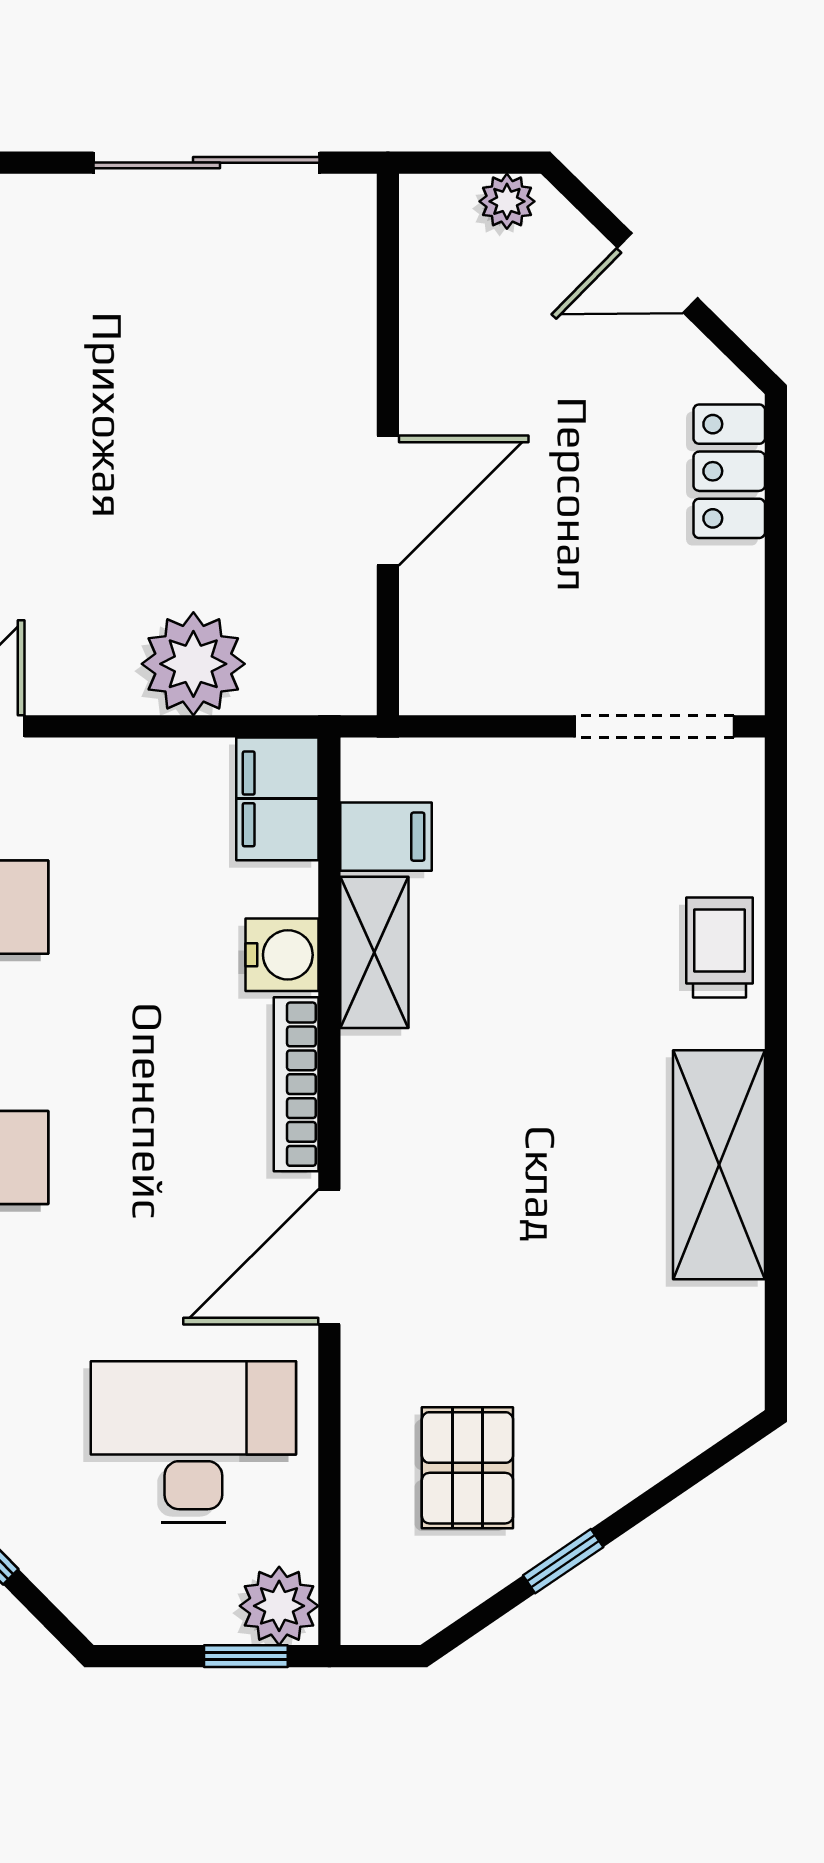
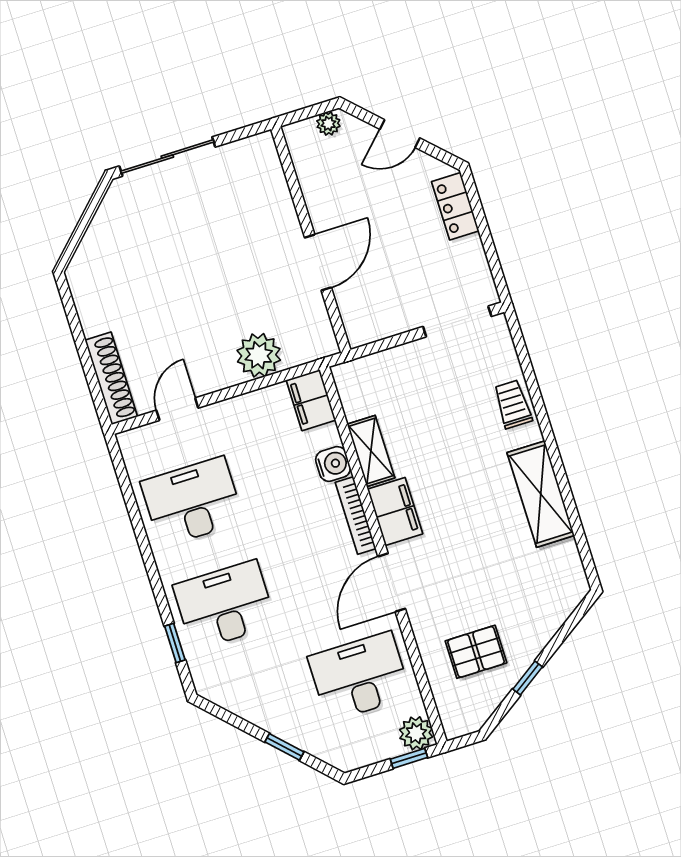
sliding door: (206, 163) -> (167, 157), moved
filing cabinet: (386, 837) -> (395, 511), moved, width x2.00
pallet: (467, 1468) -> (476, 652), turned 90

